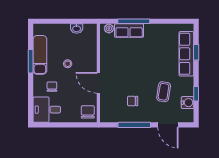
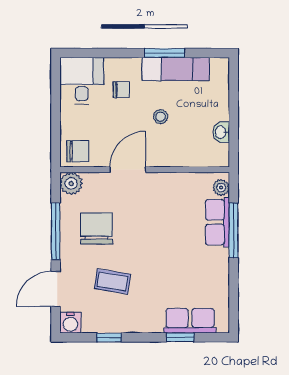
row of seats: (186, 54) -> (190, 321), width x0.68
chair: (133, 101) -> (96, 228), width x1.87, depth x1.87
water cooler: (187, 103) -> (70, 323), moved
plant: (107, 116) -> (71, 183), added

